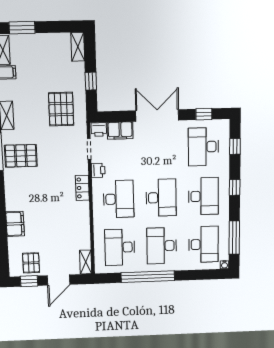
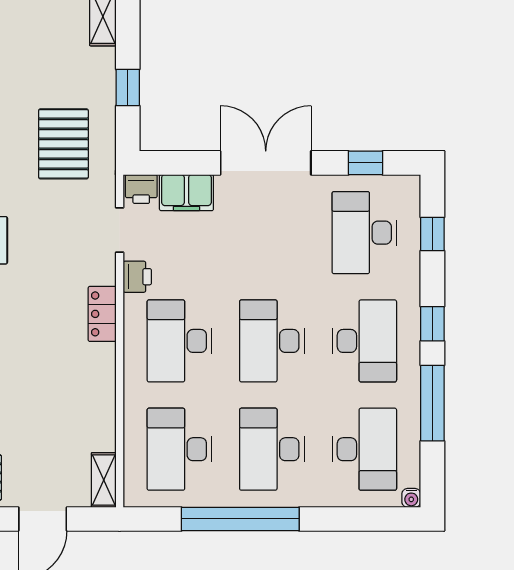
desk: (161, 198) -> (272, 341), turned 180
desk: (119, 199) -> (179, 341), turned 180
window: (234, 238) -> (432, 403), moved

